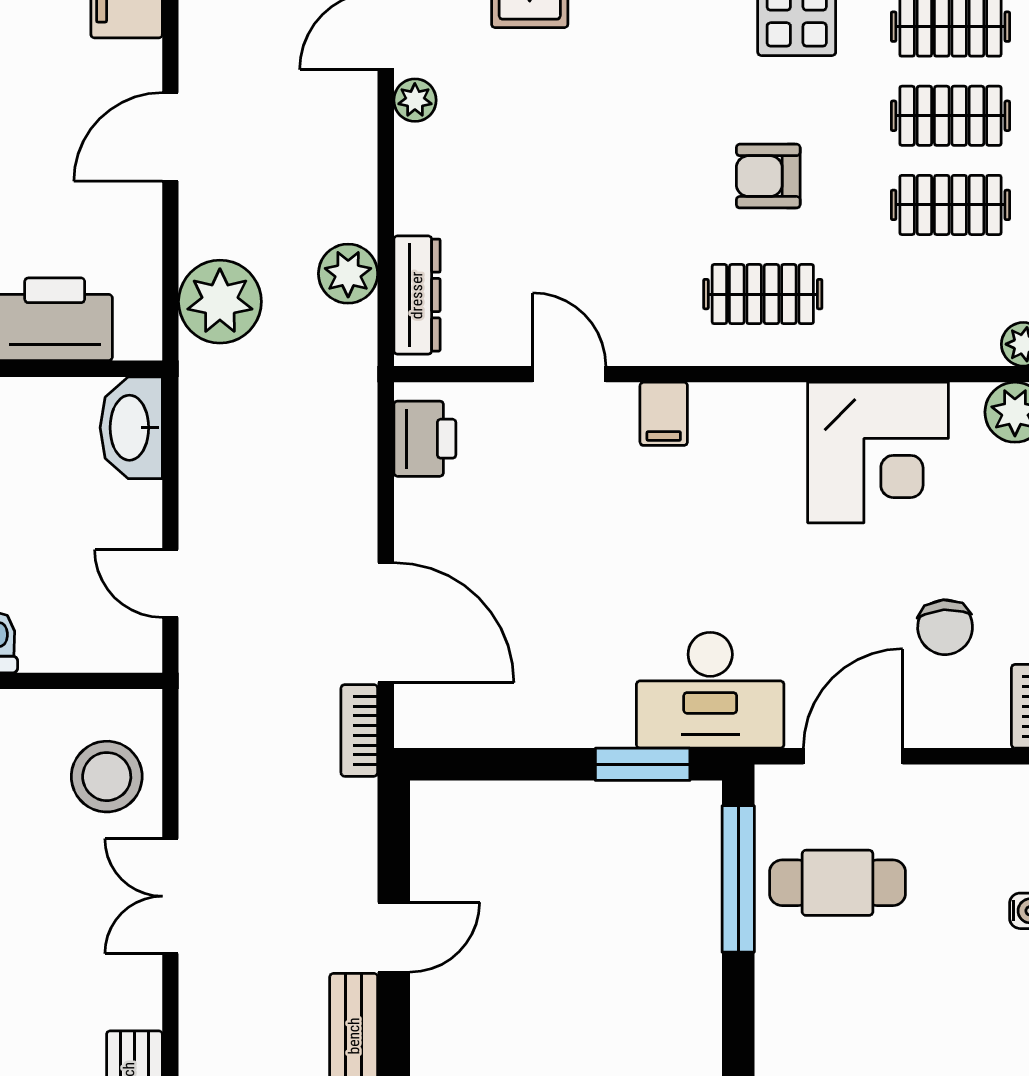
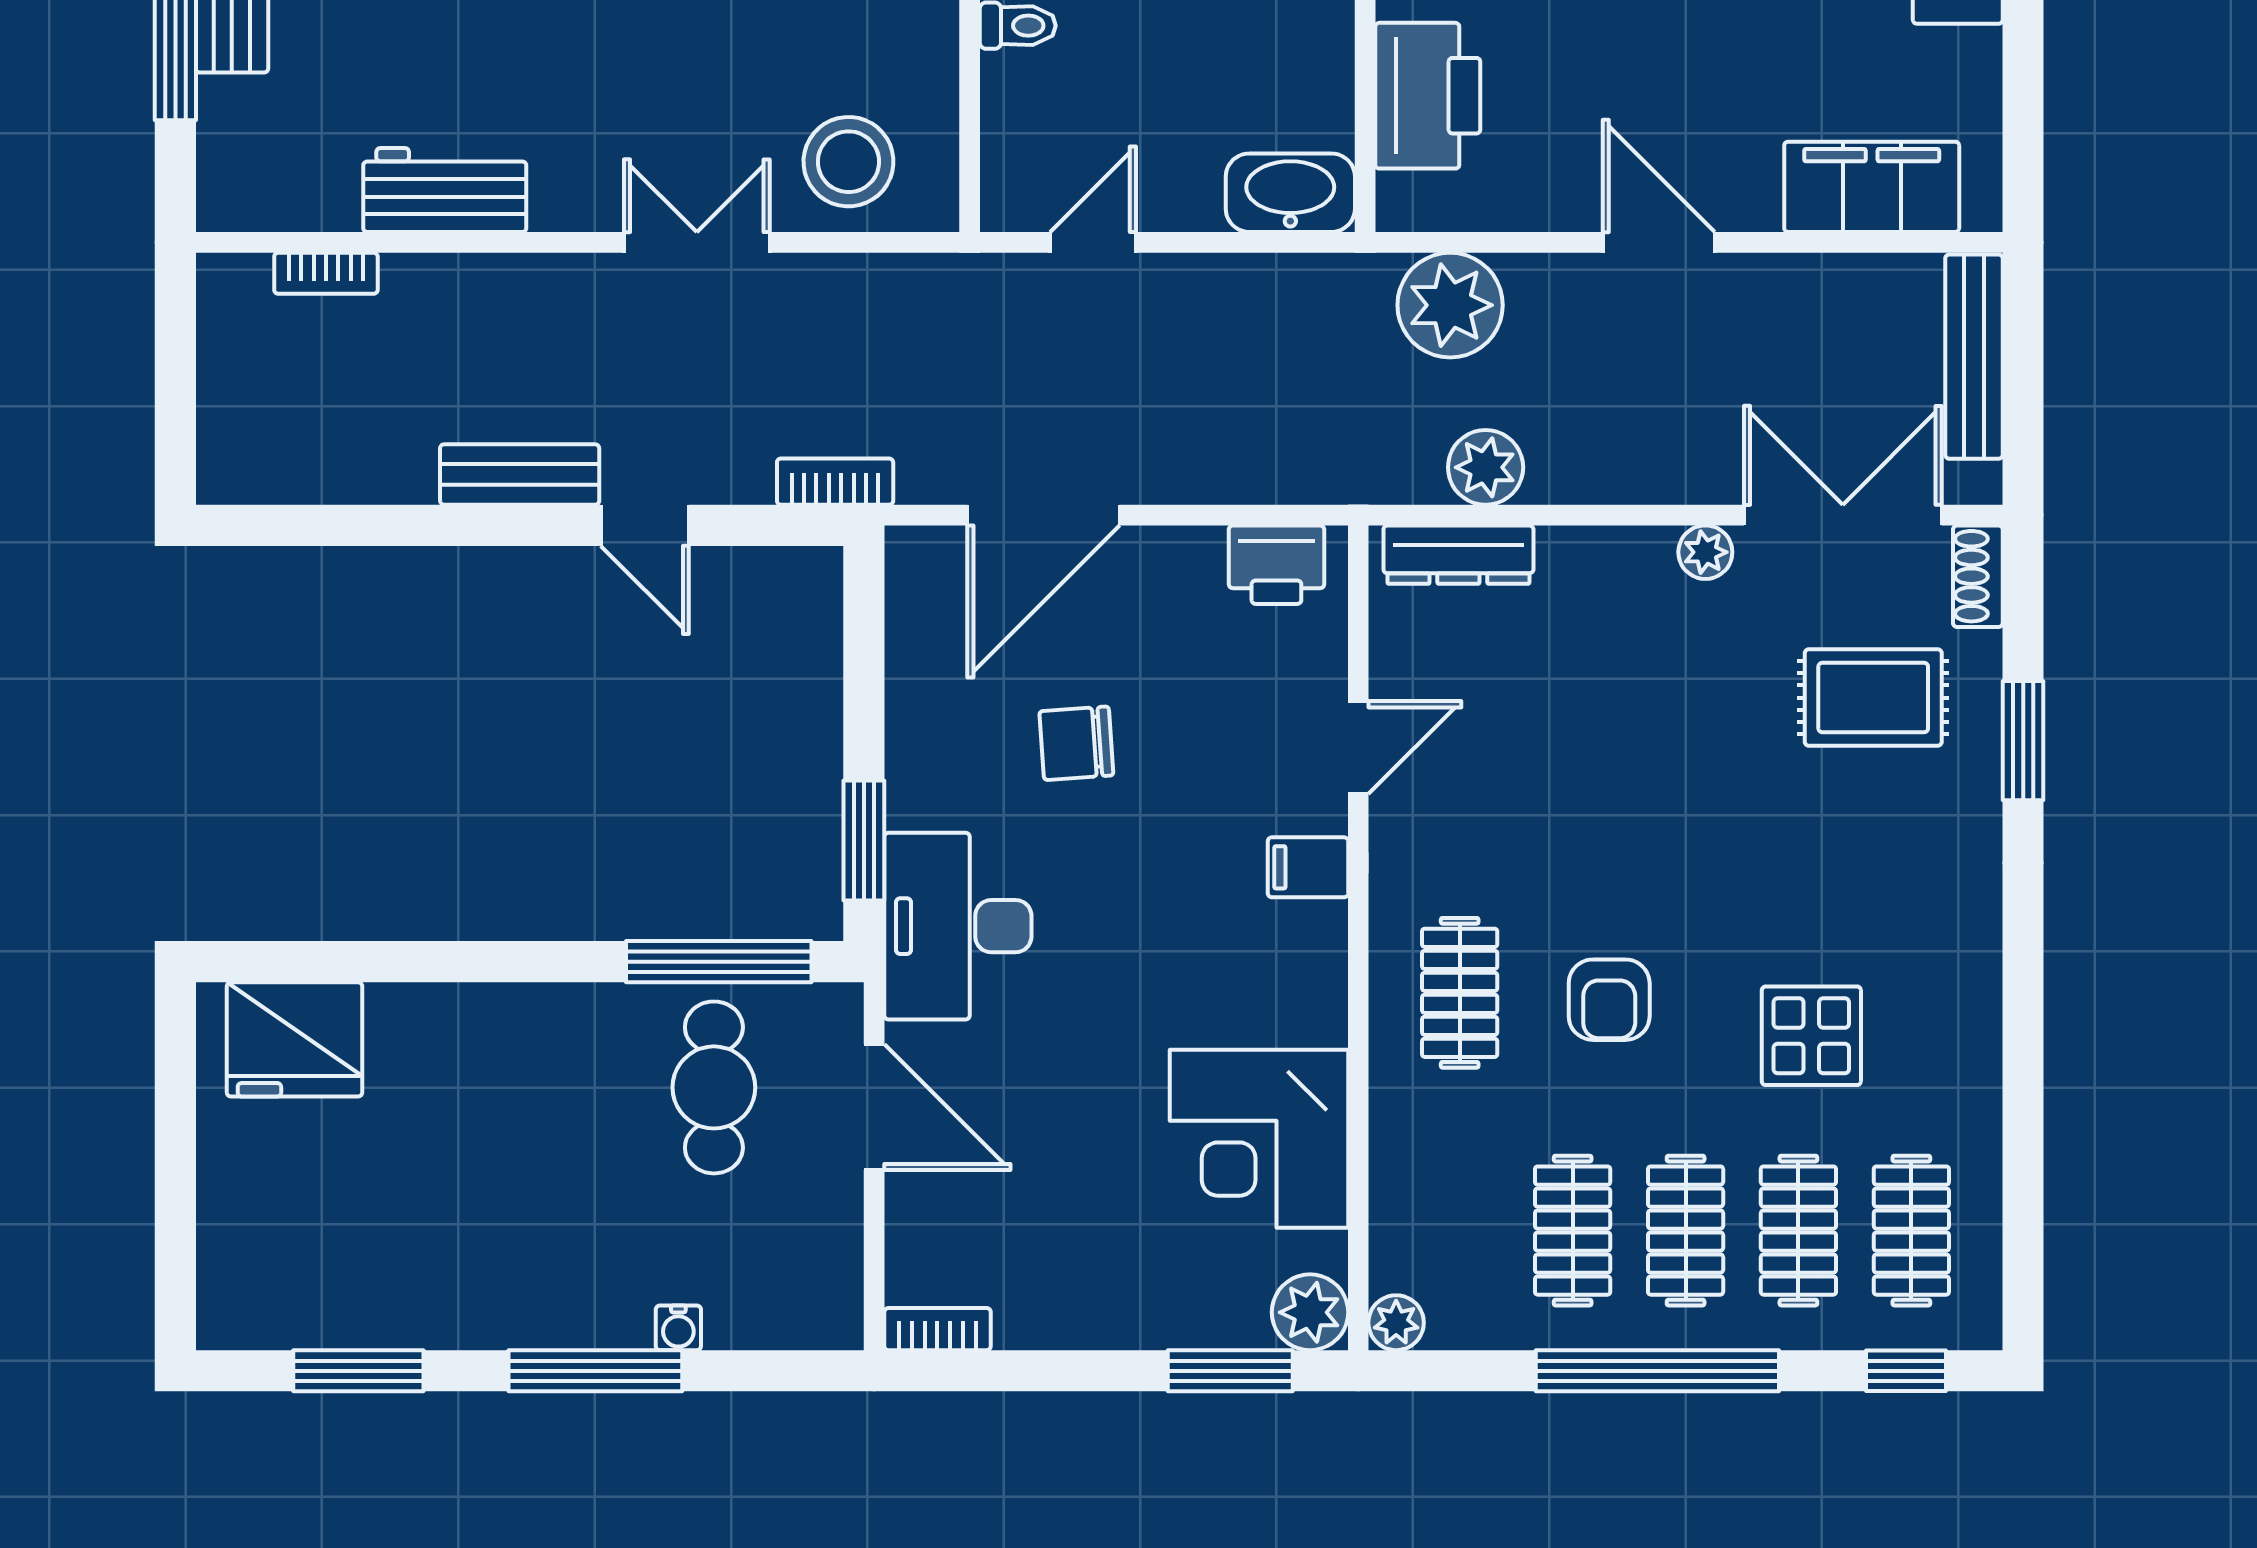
armchair: (768, 176) -> (1609, 1000), turned 180
chair: (945, 627) -> (1076, 743), moved
bookcase: (359, 730) -> (835, 482), moved

